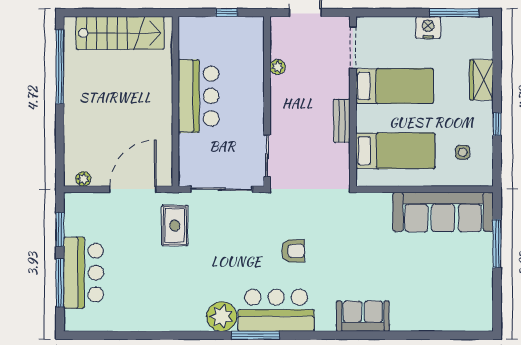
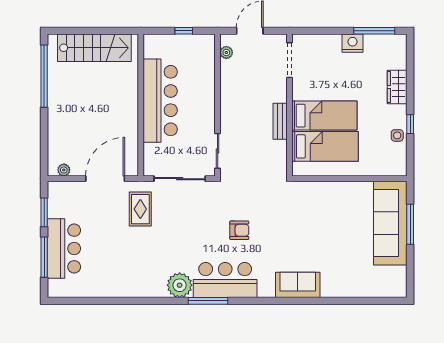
plant: (278, 67) -> (226, 52), moved
bed: (395, 86) -> (324, 116), moved
bar counter: (199, 96) -> (160, 101), width x1.36
side table: (463, 152) -> (397, 135), moved
sofa: (443, 212) -> (390, 223), moved, turned 90

